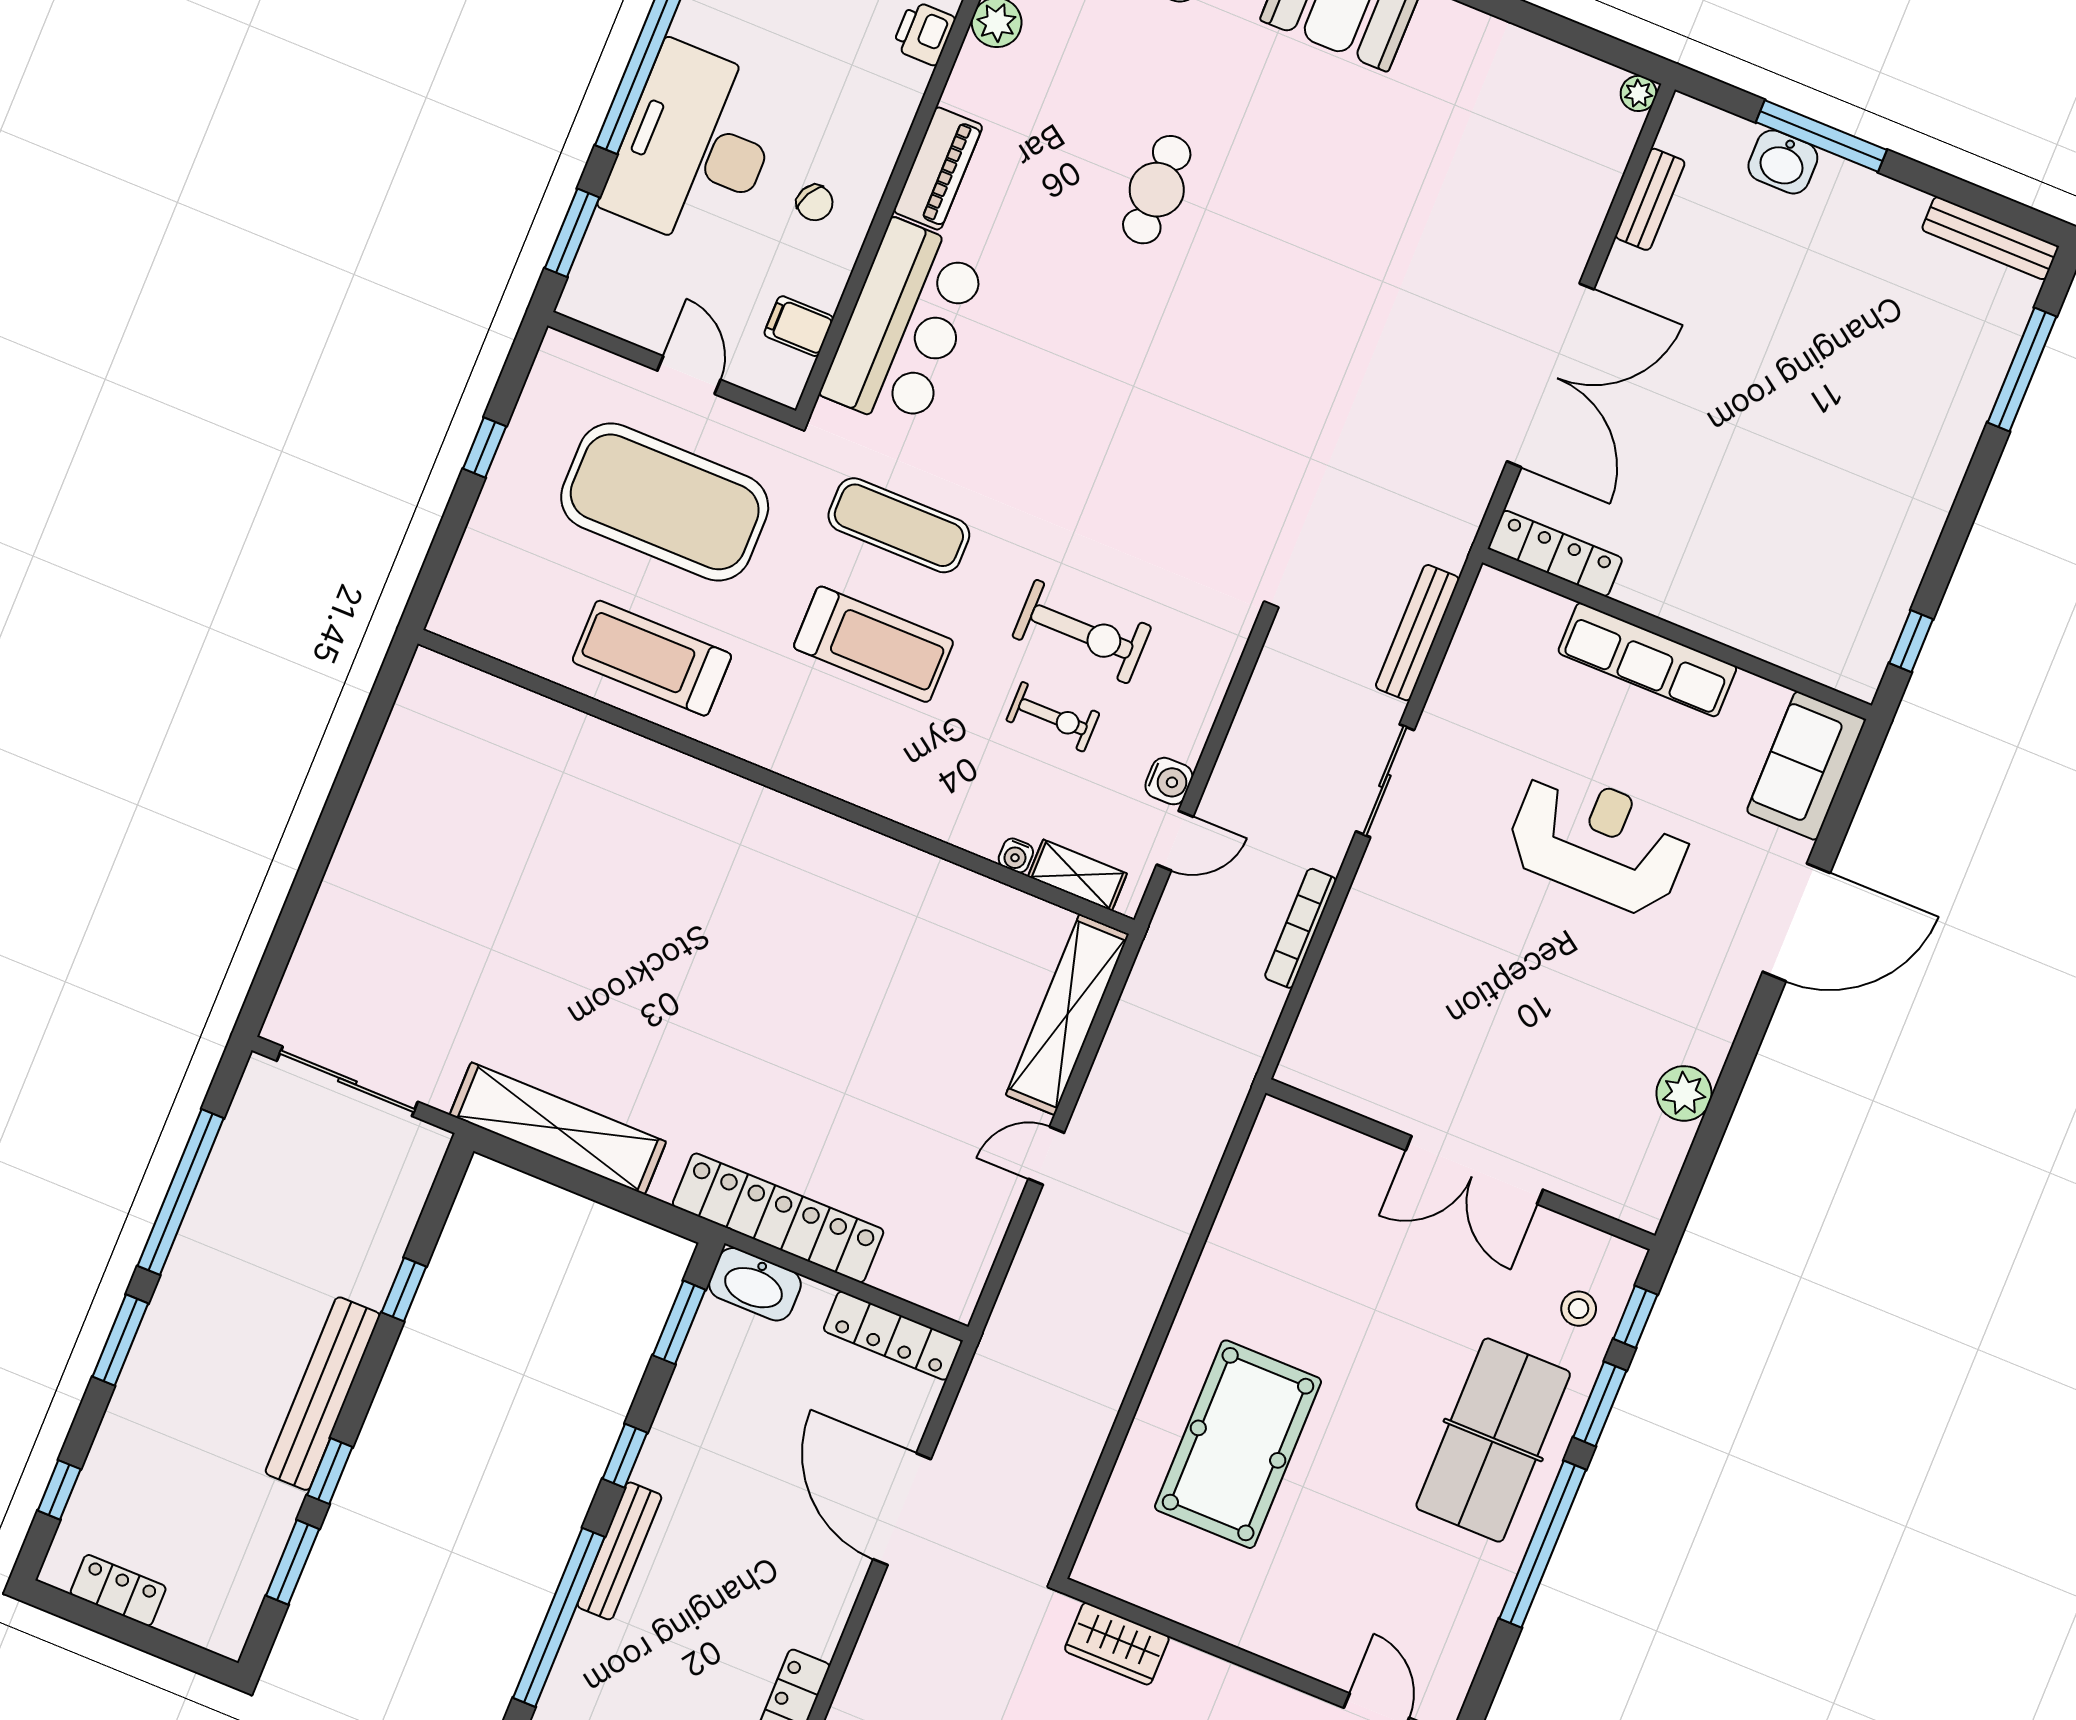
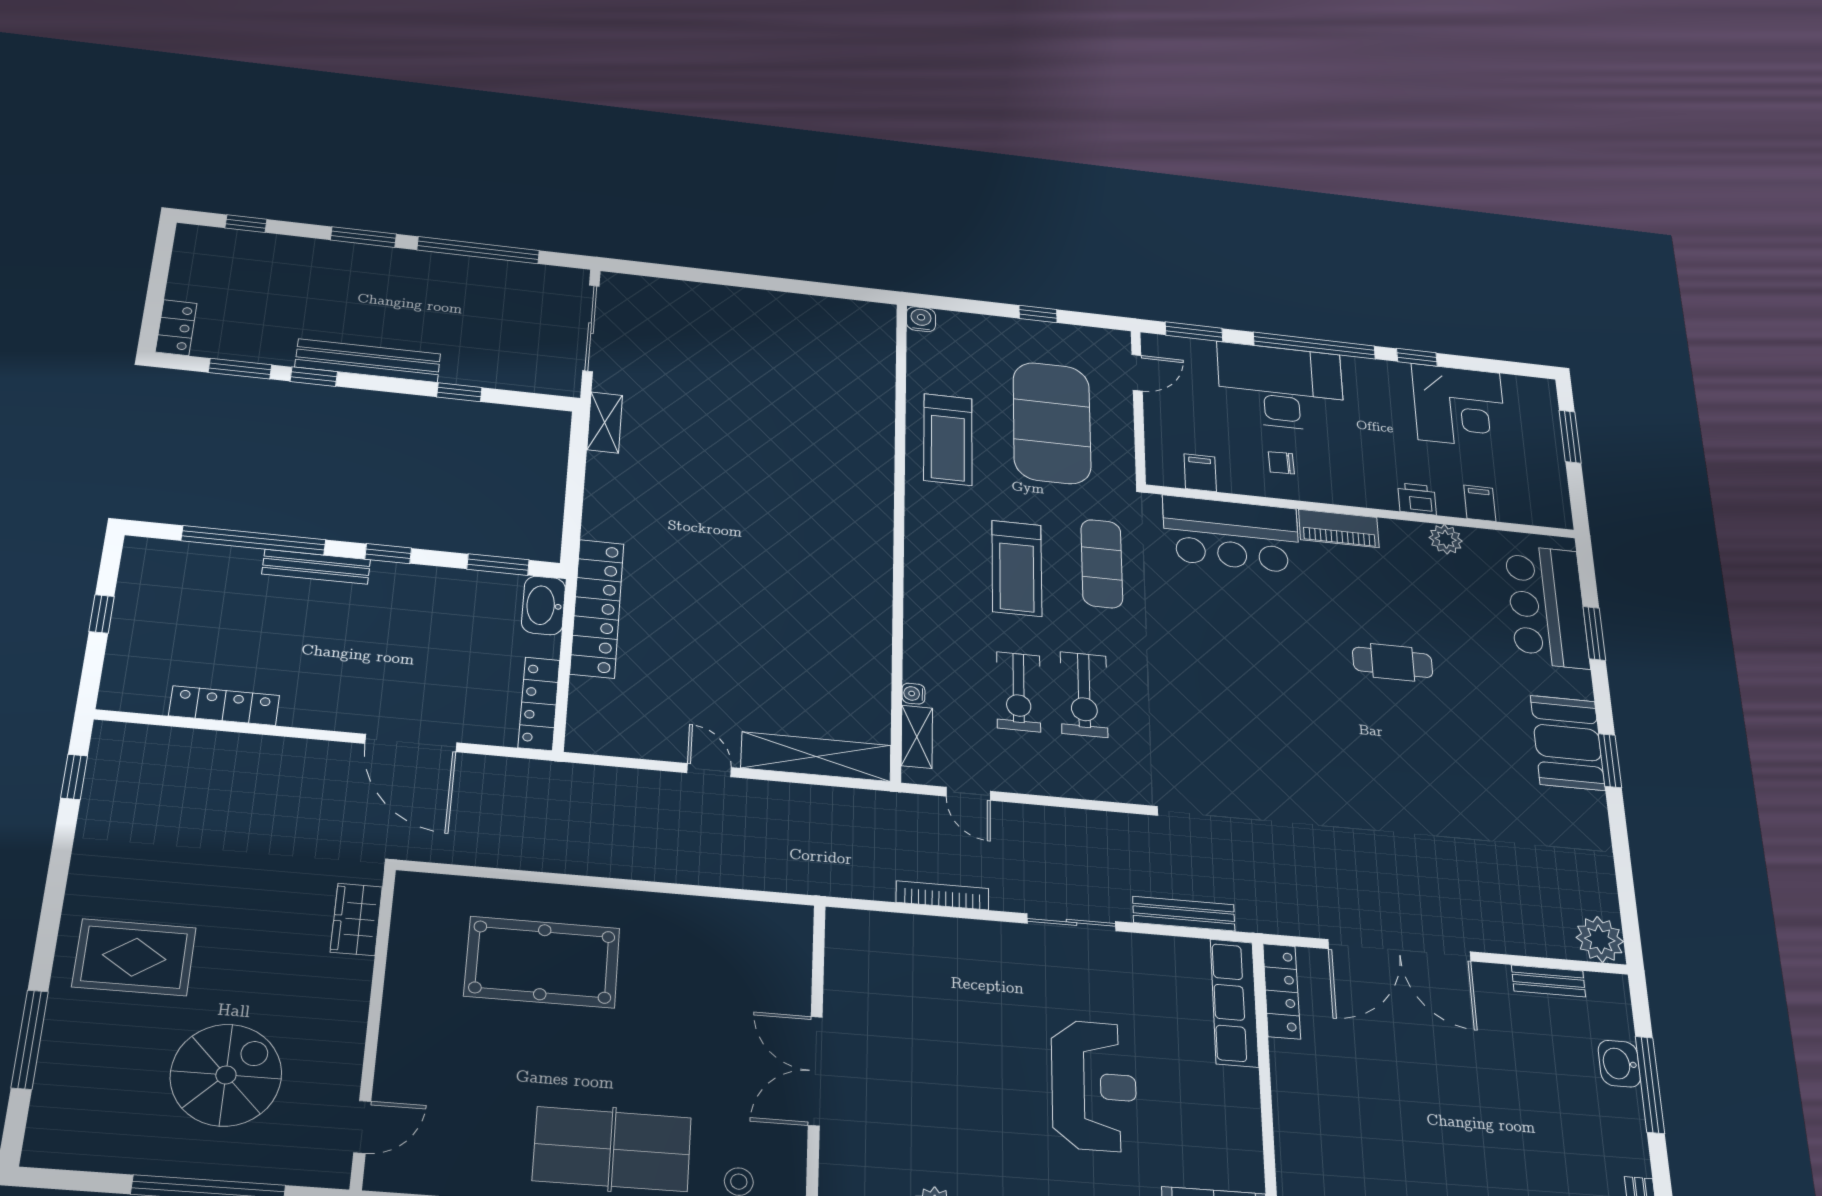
plant: (1639, 93) -> (1600, 939), width x1.88, depth x1.88
chair: (815, 203) -> (1281, 463), turned 60
door: (689, 375) -> (1137, 373), moved
treadmill: (652, 658) -> (948, 439), turned 180
row of seats: (1647, 660) -> (1234, 1003), moved
exercise bike: (1053, 717) -> (1019, 692), width x1.38, depth x1.39
water cooler: (1169, 781) -> (921, 319), moved, turned 180
shelving: (558, 1128) -> (605, 422), width x0.45, depth x0.75
door: (902, 1509) -> (411, 743), swing flipped
locker: (118, 1590) -> (176, 328), moved

